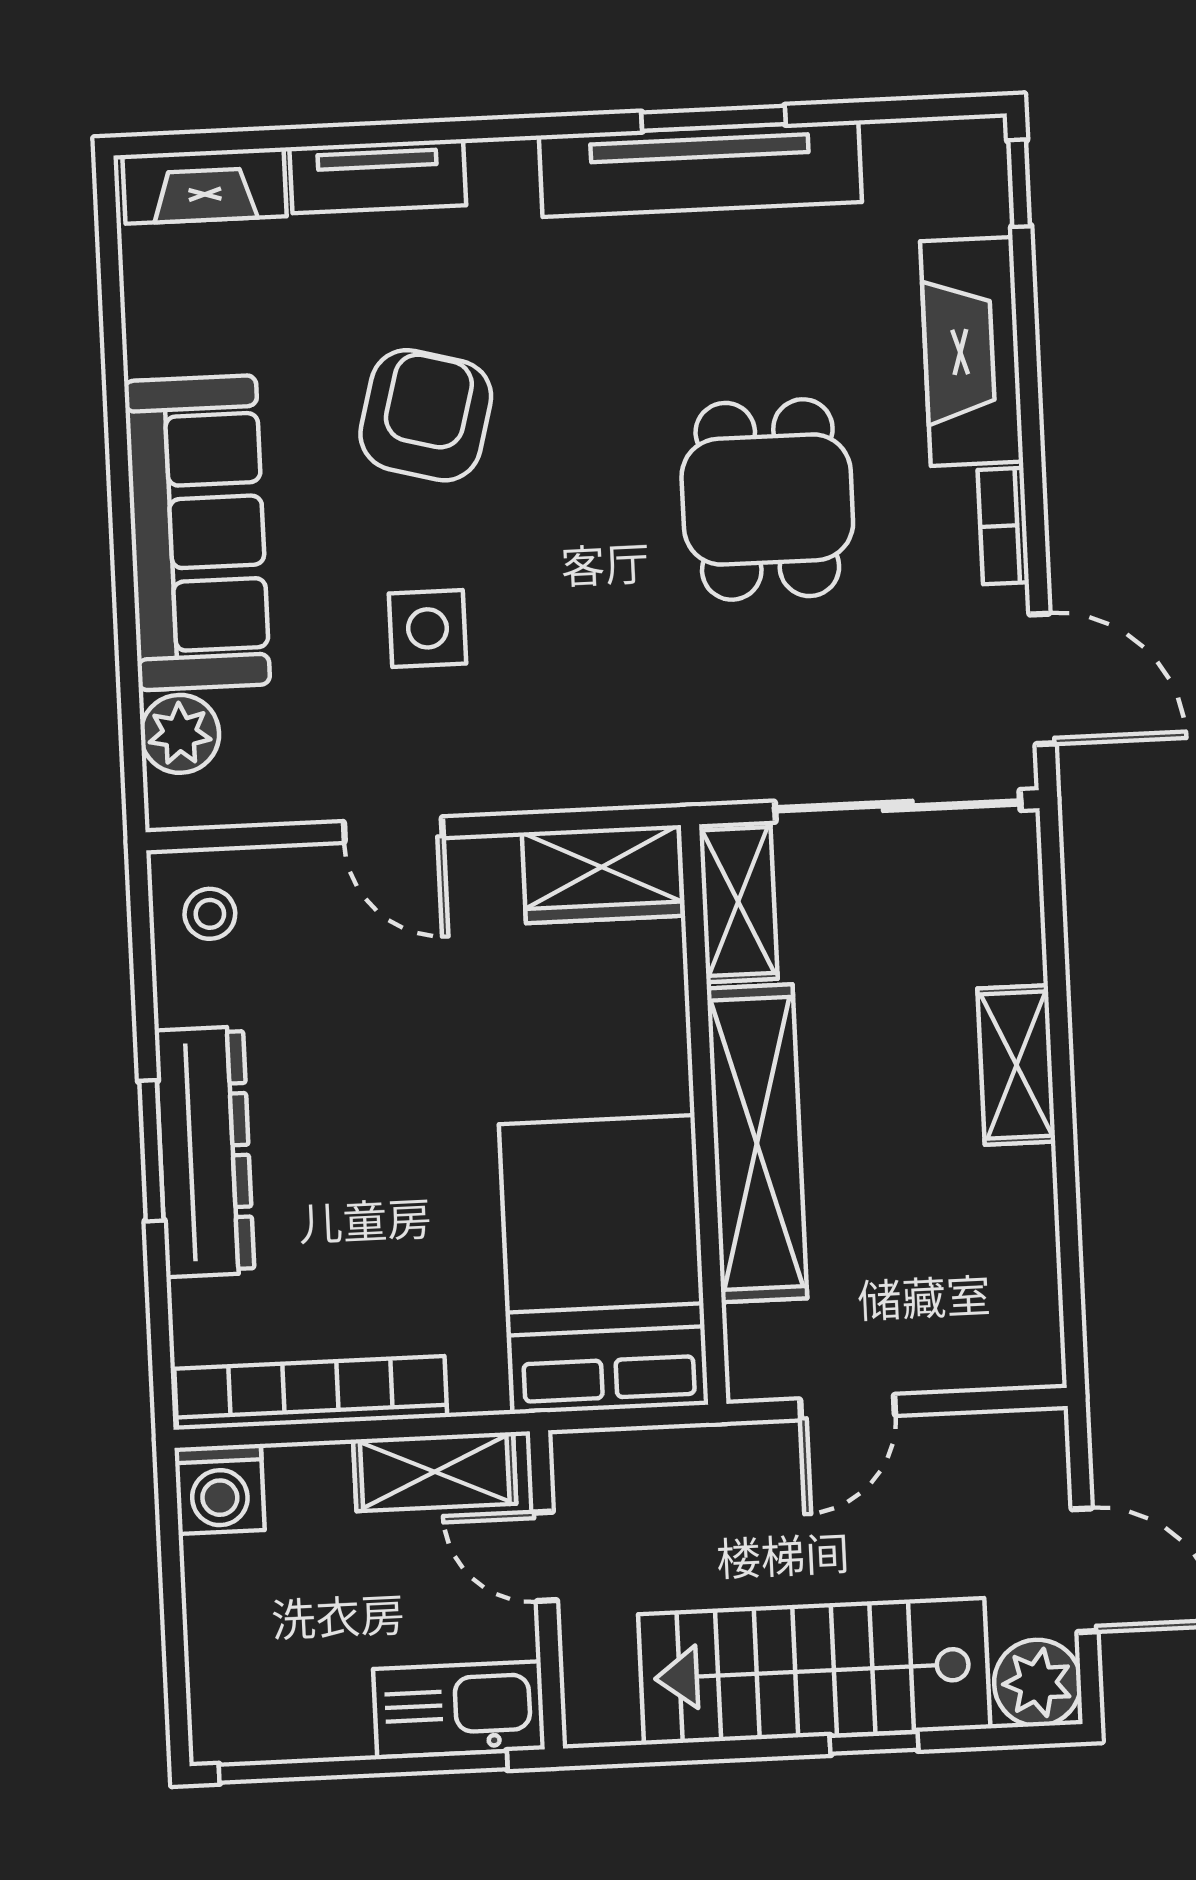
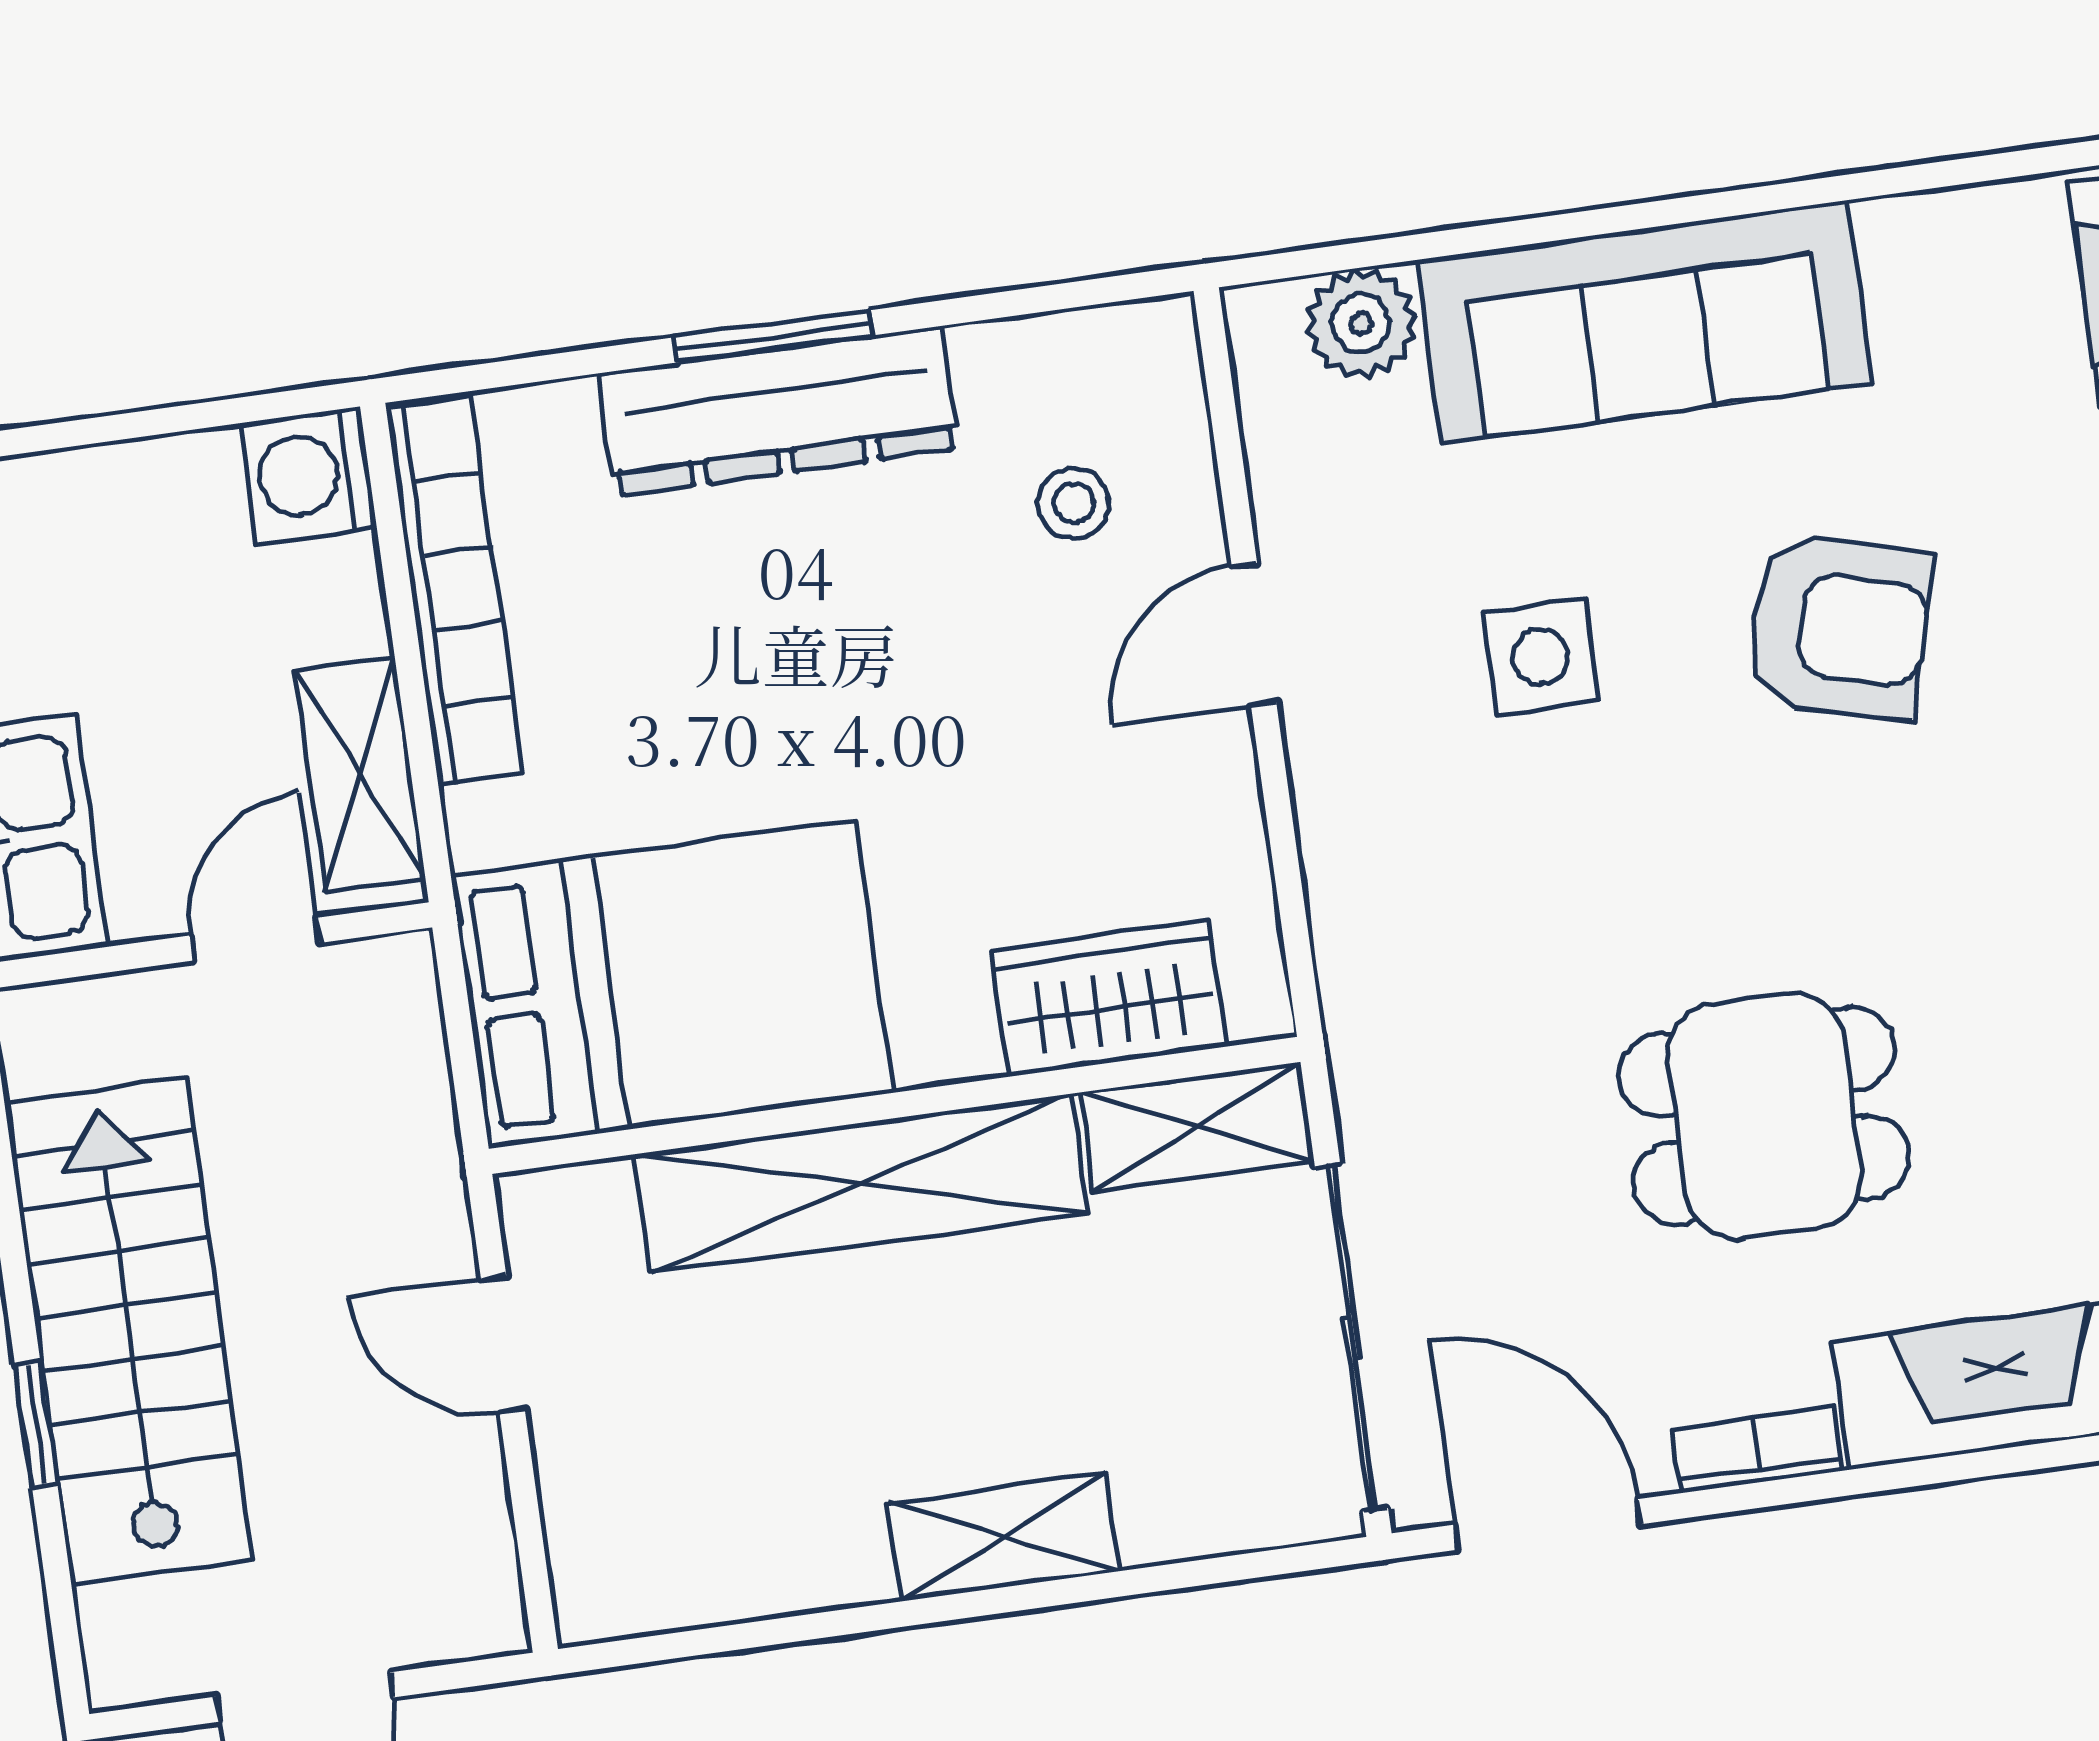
door: (1043, 679) -> (1548, 1524), swing flipped
wardrobe: (602, 874) -> (1109, 998), moved, turned 90
stool: (210, 914) -> (1074, 503), moved
plant: (1038, 1683) -> (141, 1645), removed

